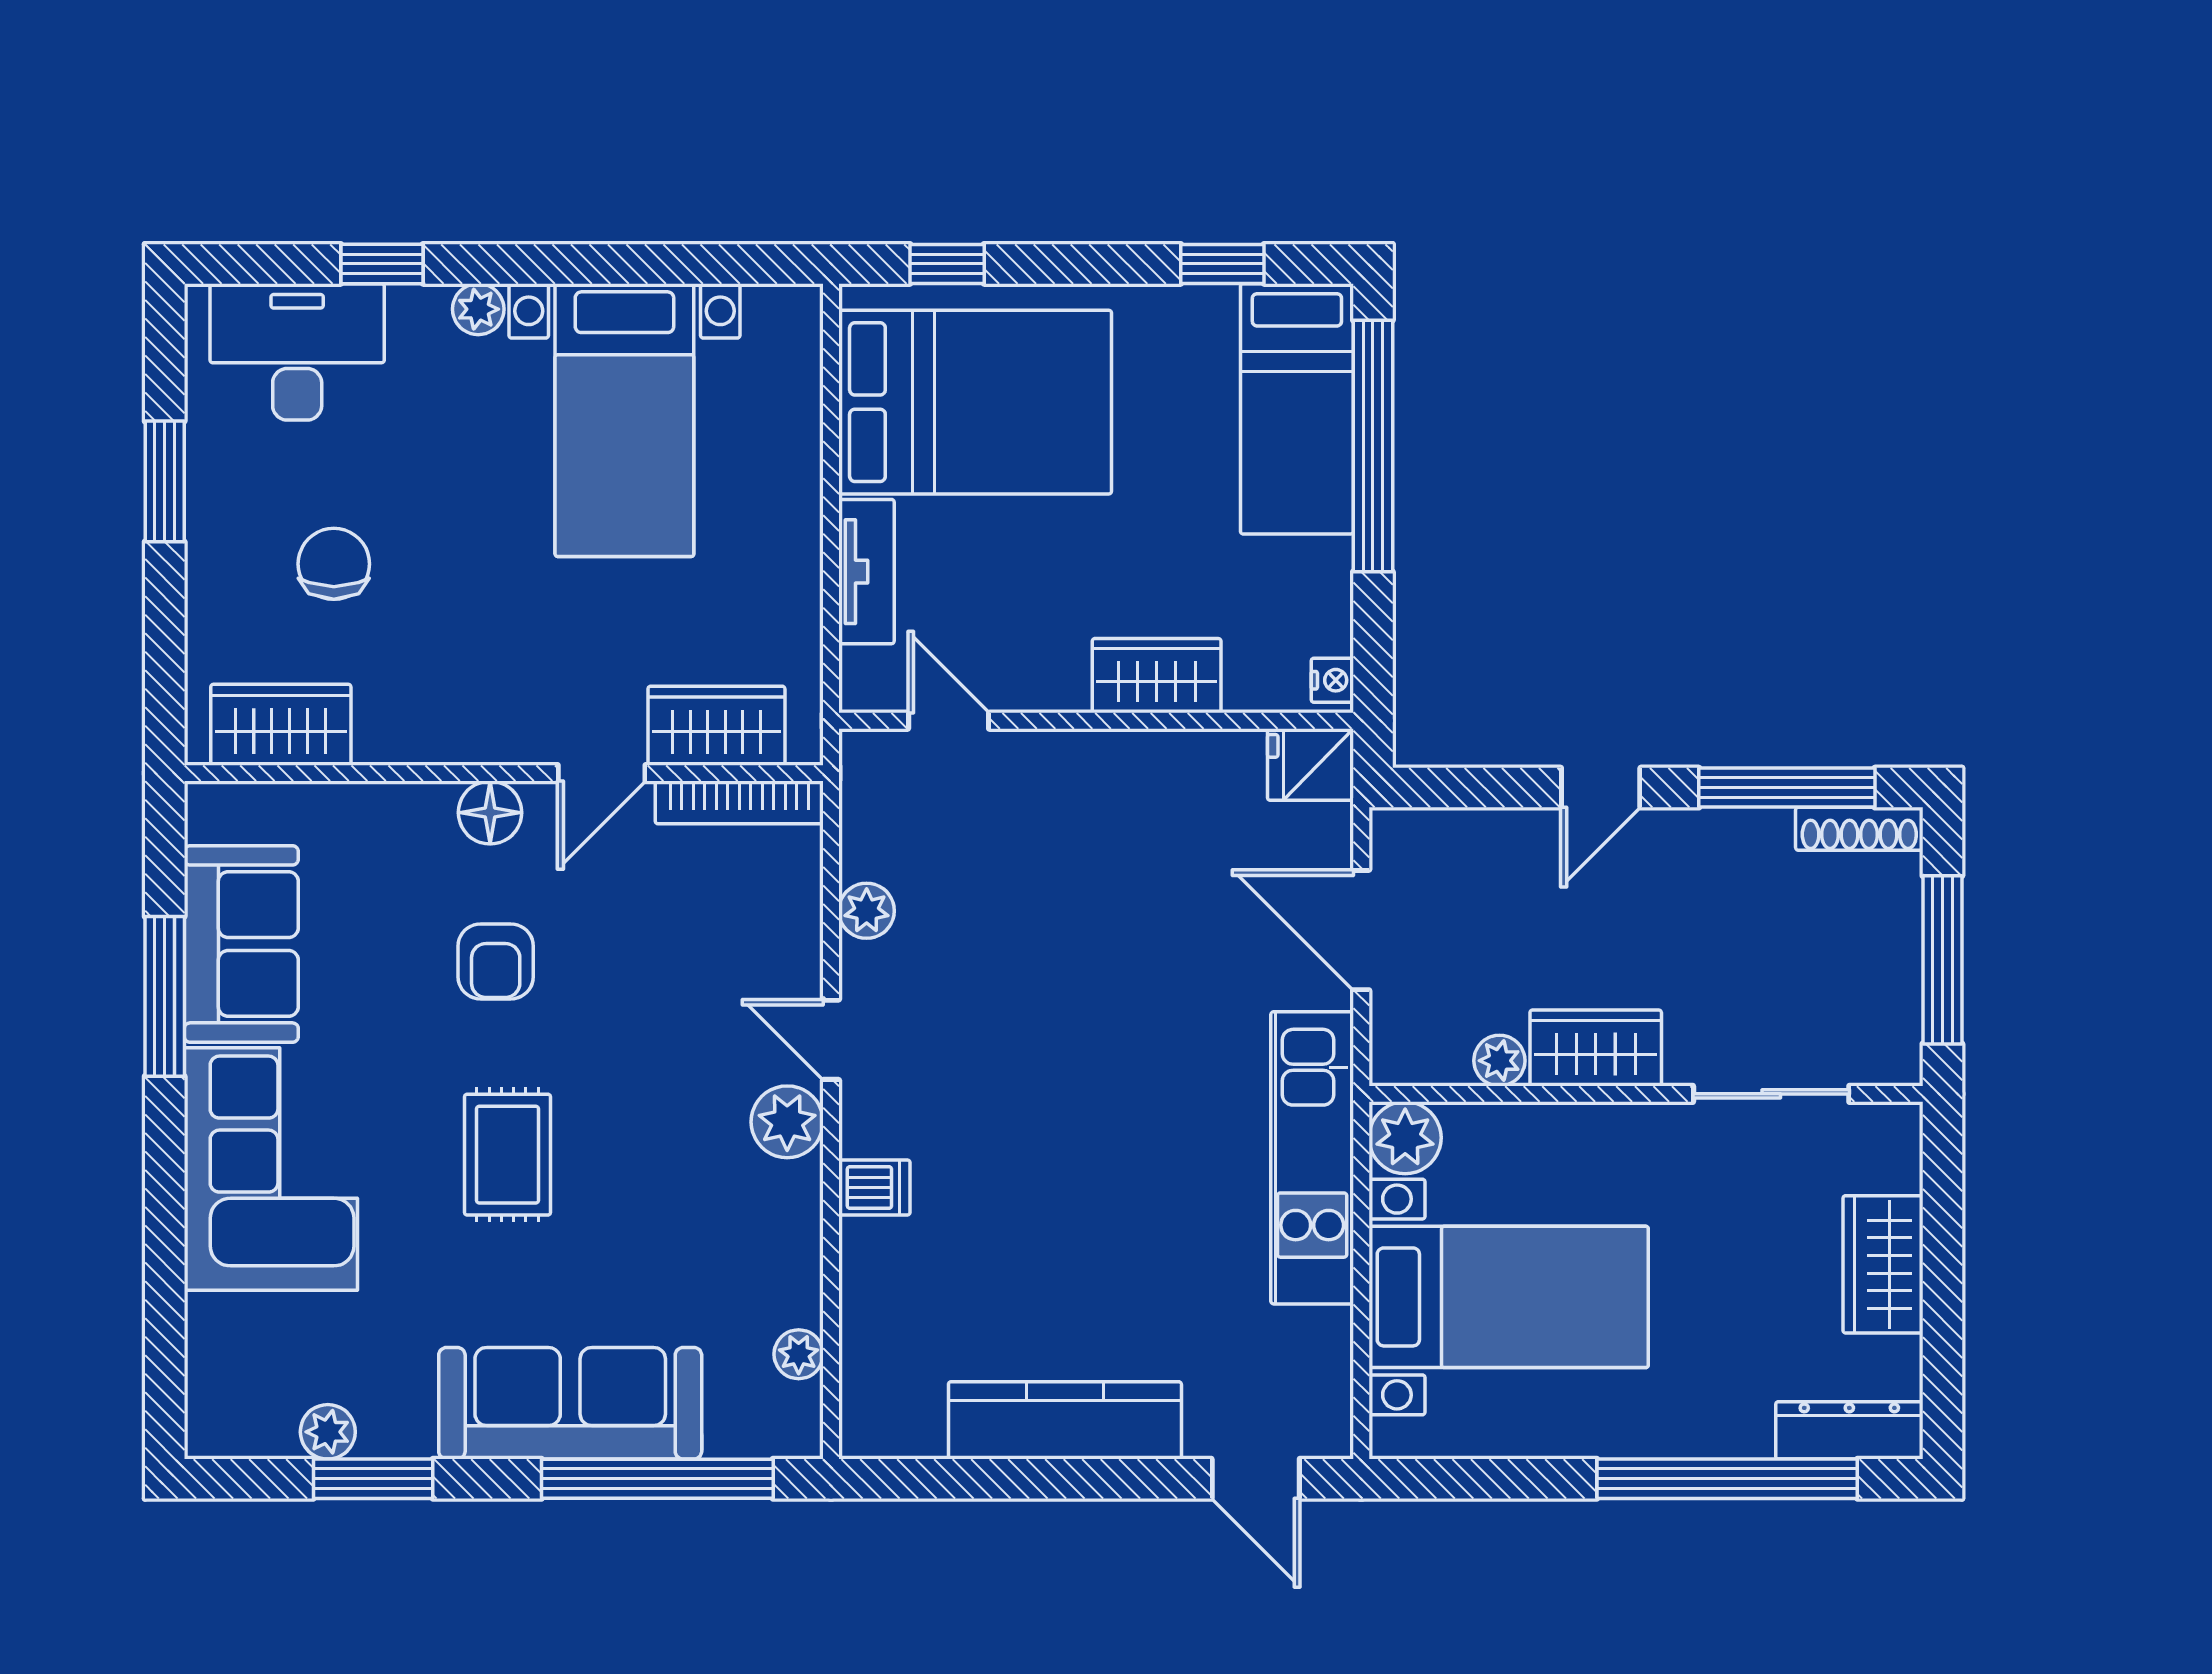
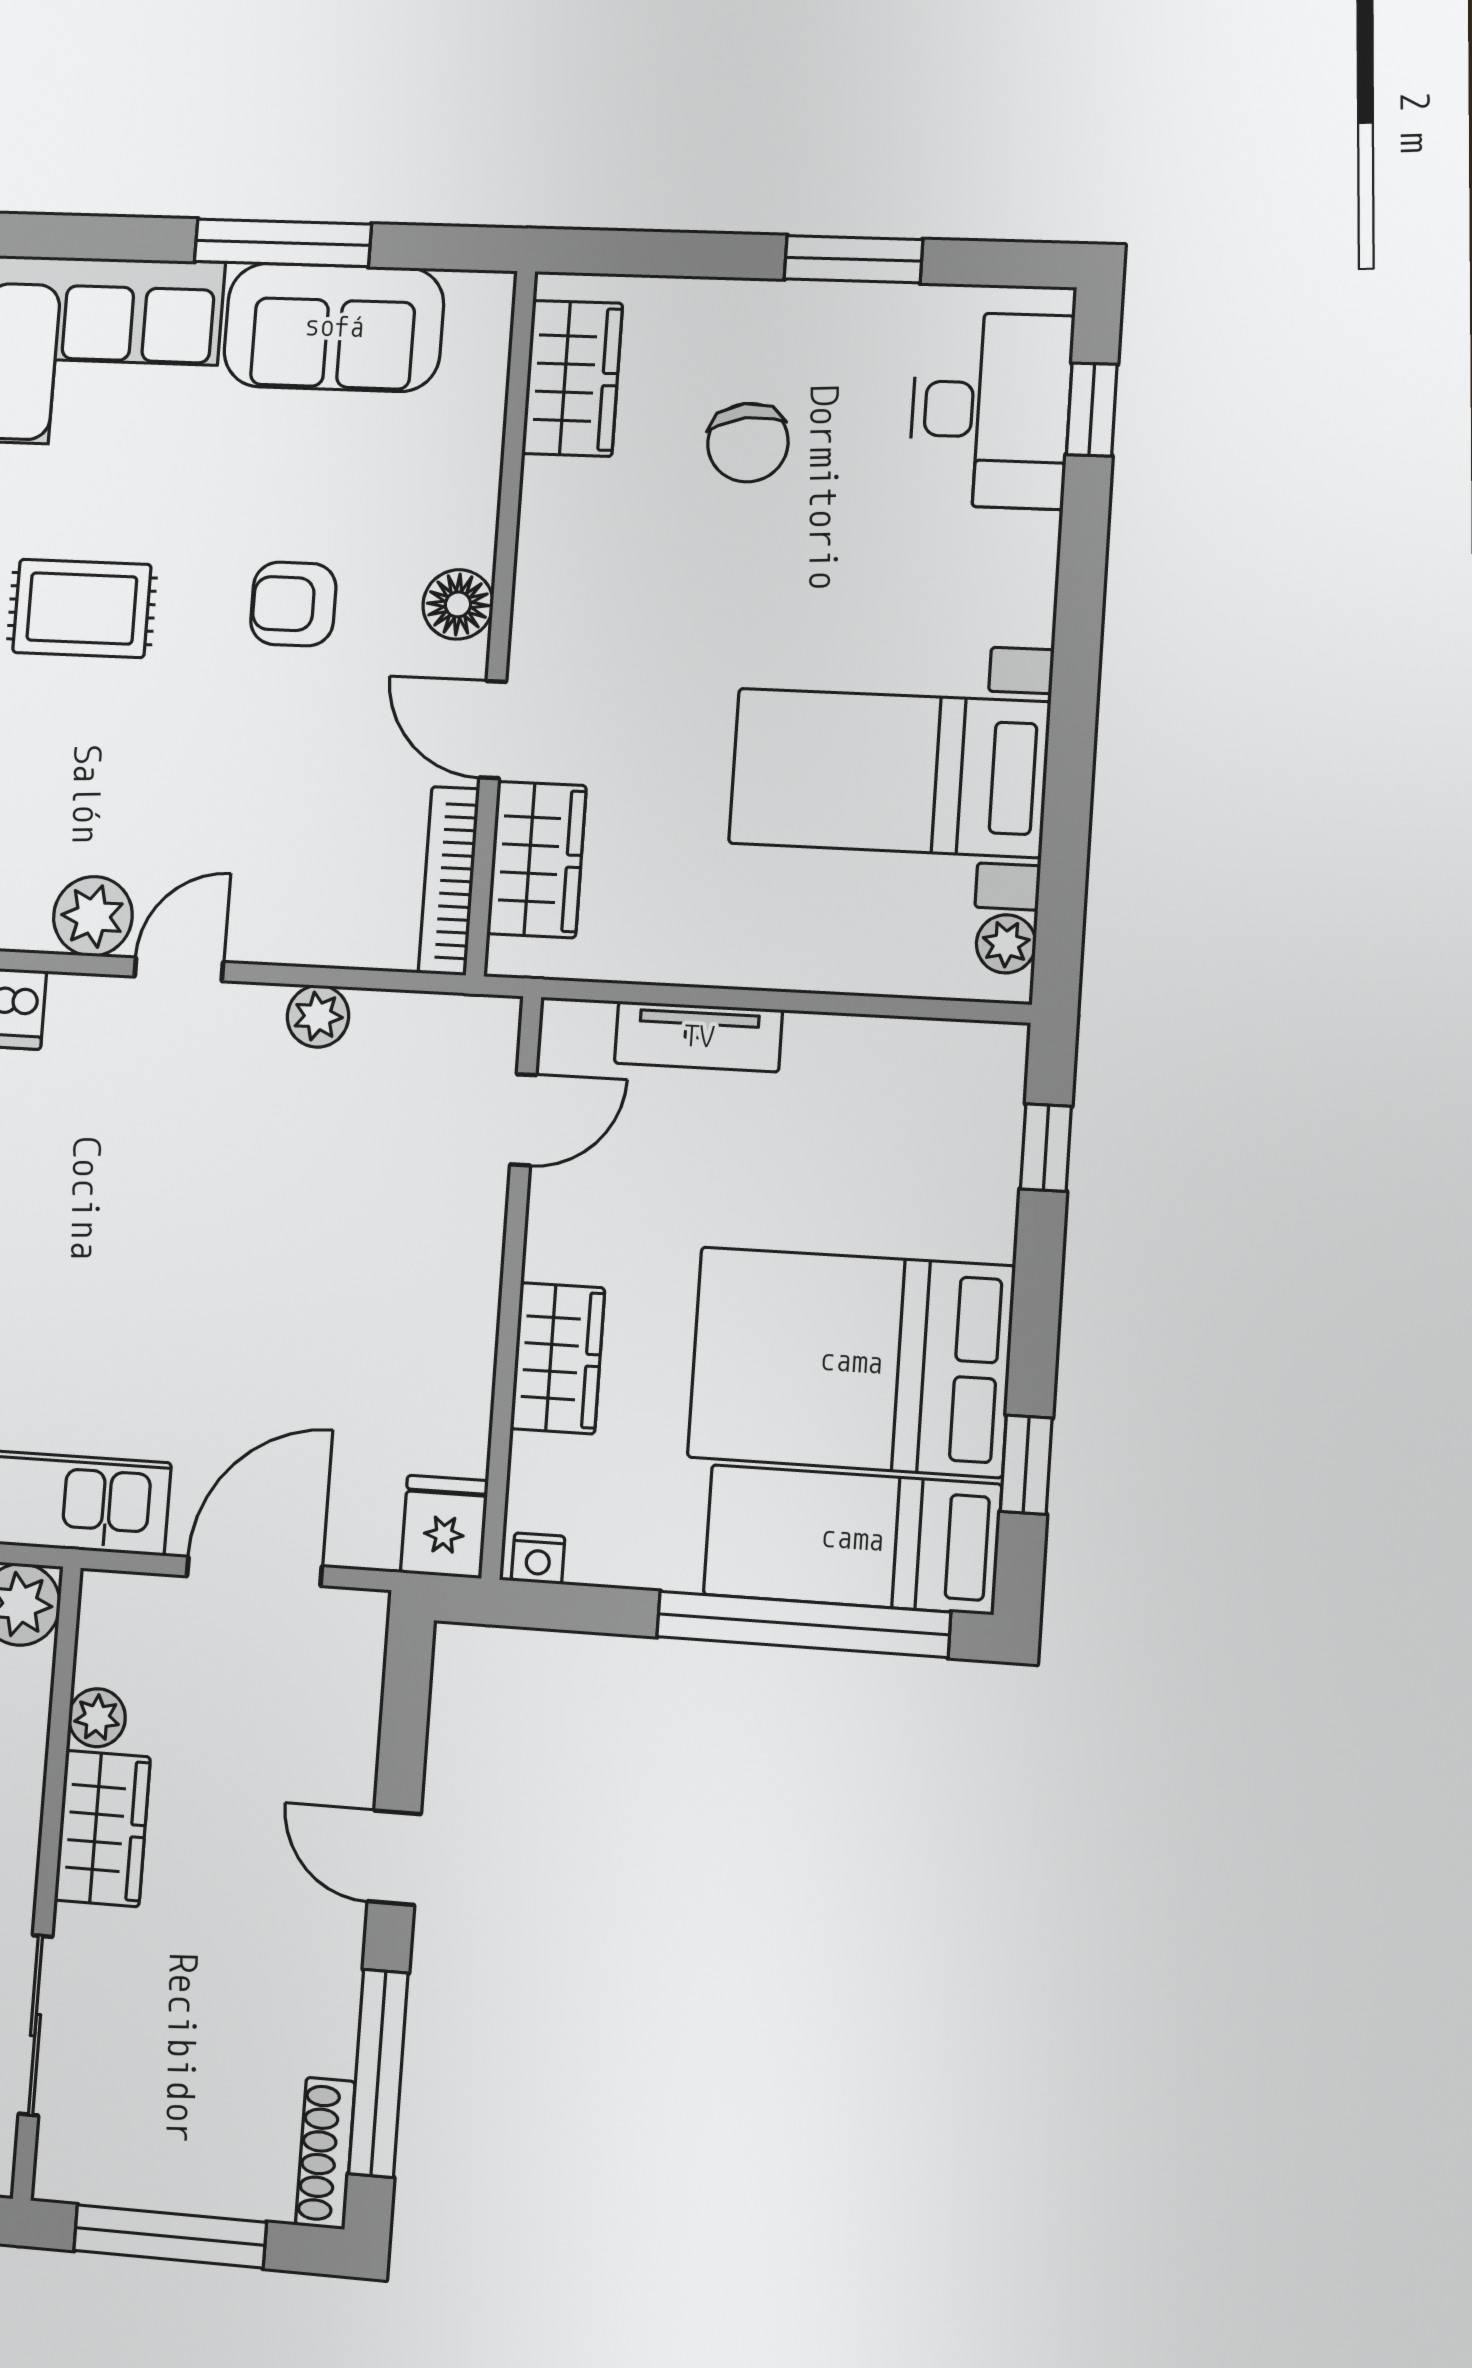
window: (382, 264) -> (1092, 410), moved
plant: (478, 309) -> (1006, 944), moved
bed: (975, 402) -> (851, 1362), moved, turned 90
chair: (334, 564) -> (748, 443), turned 81

